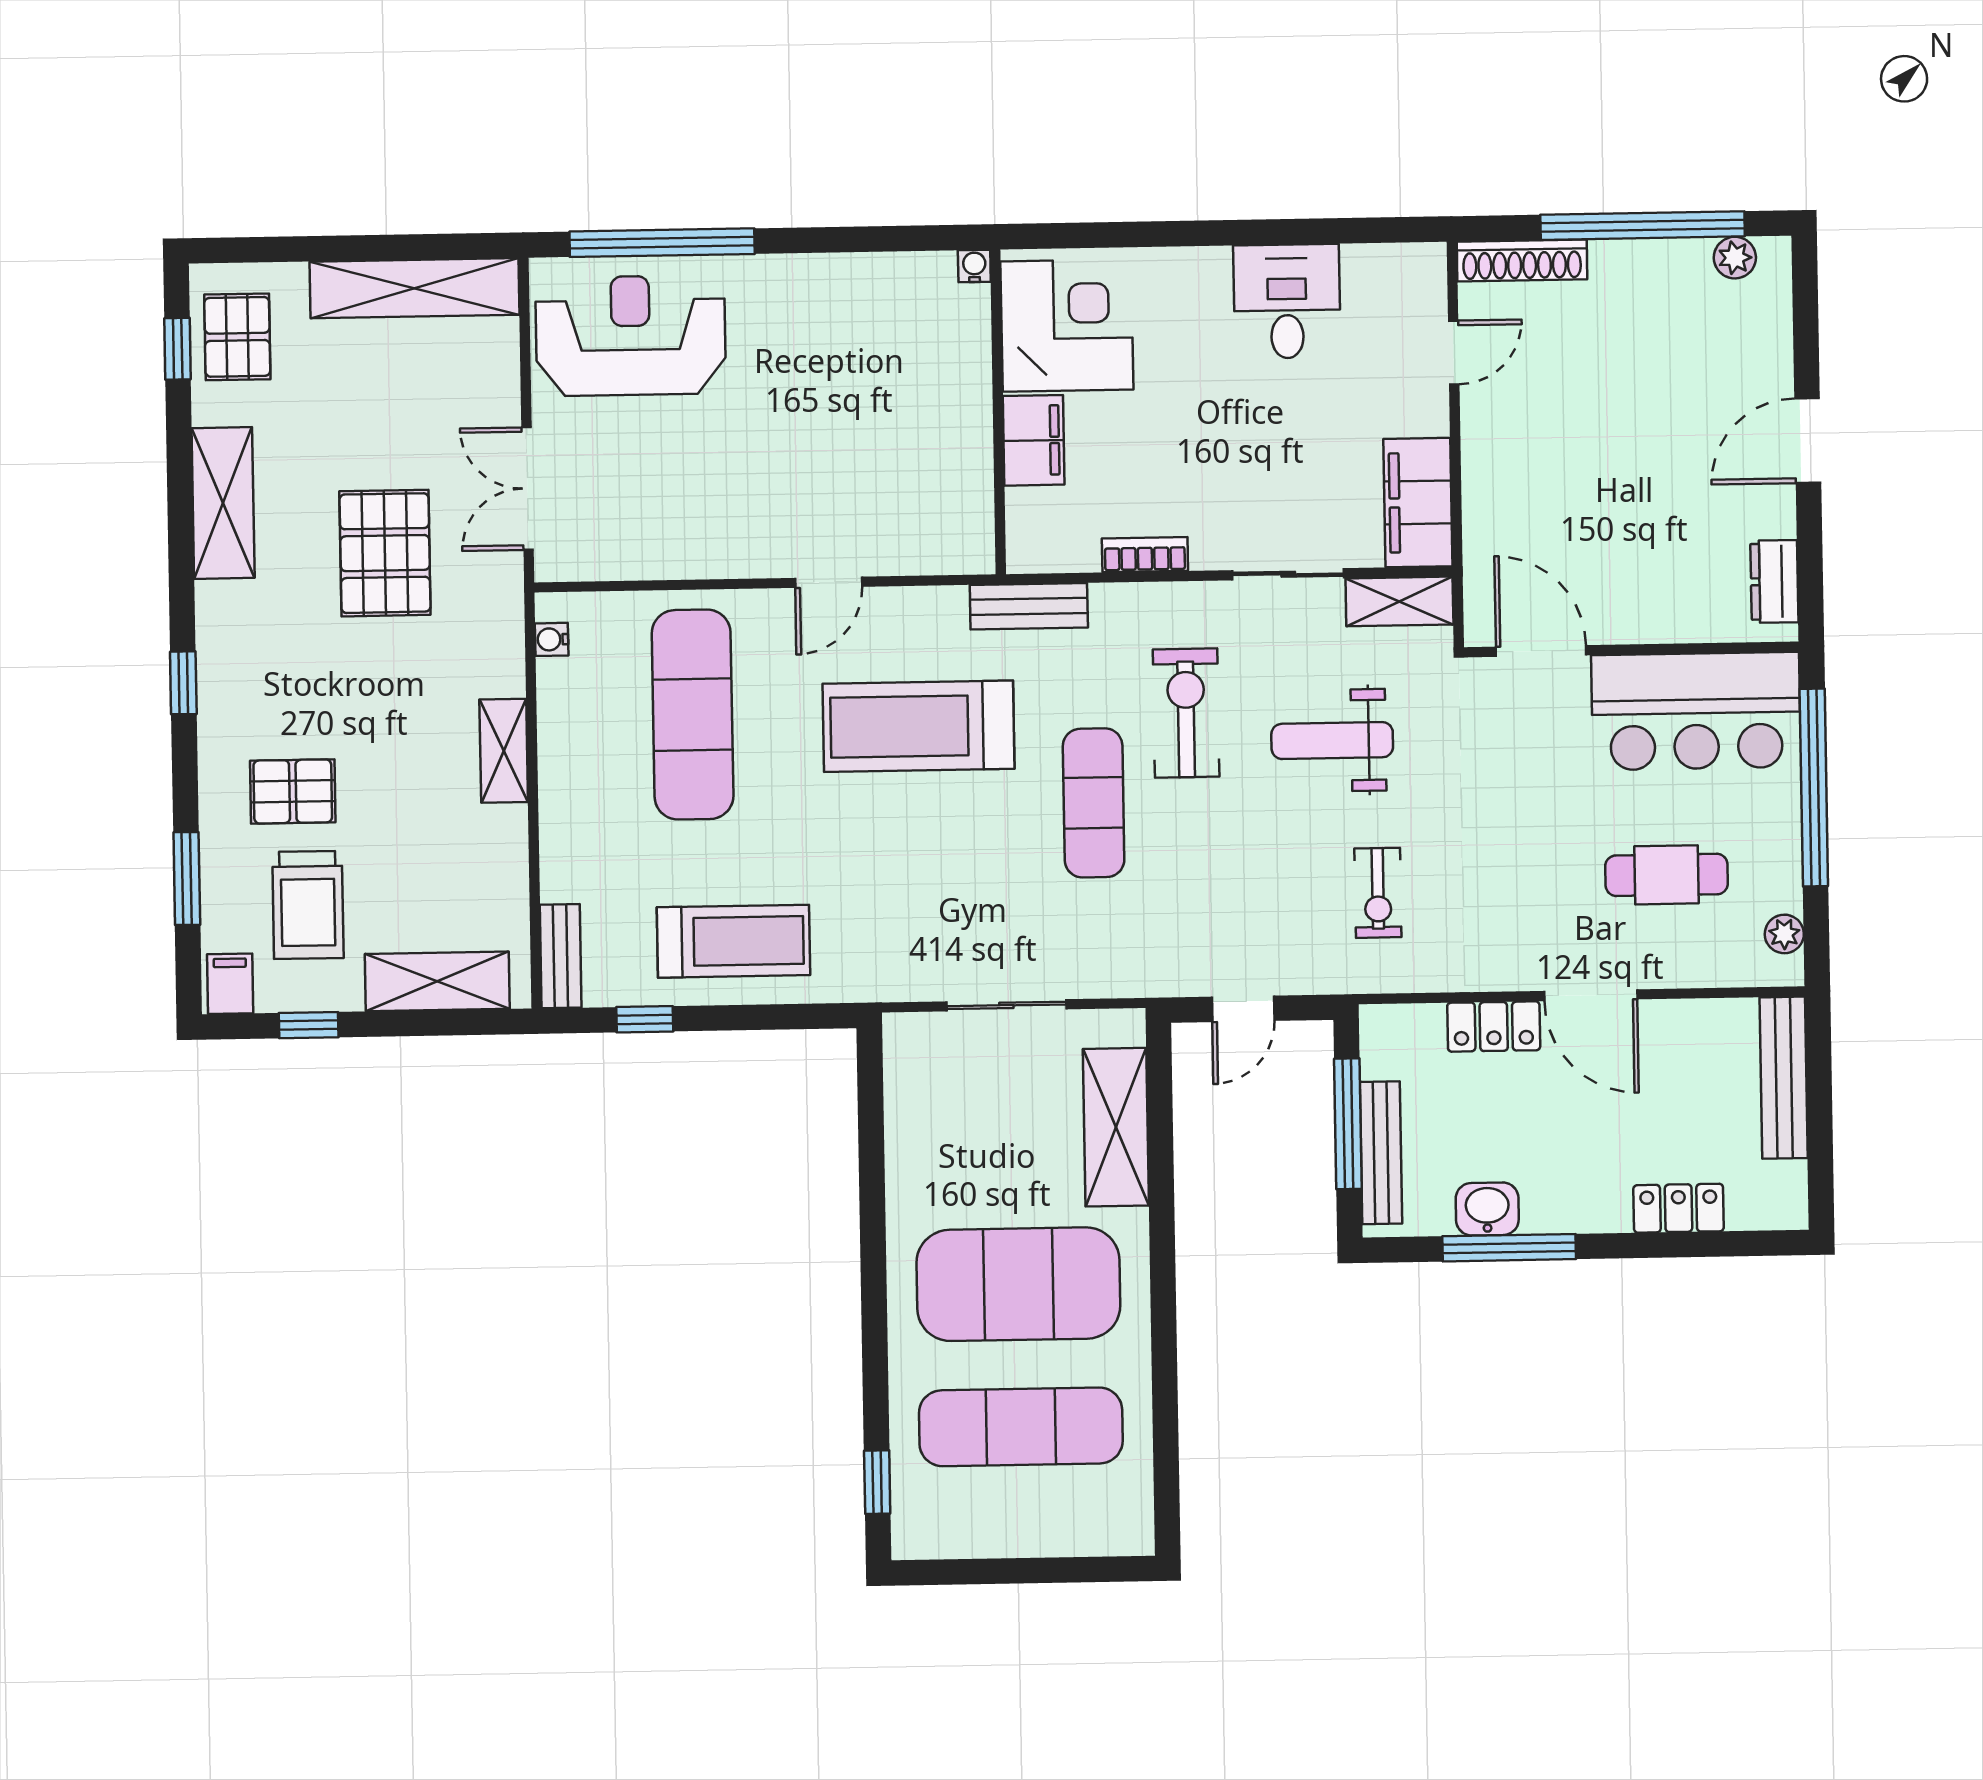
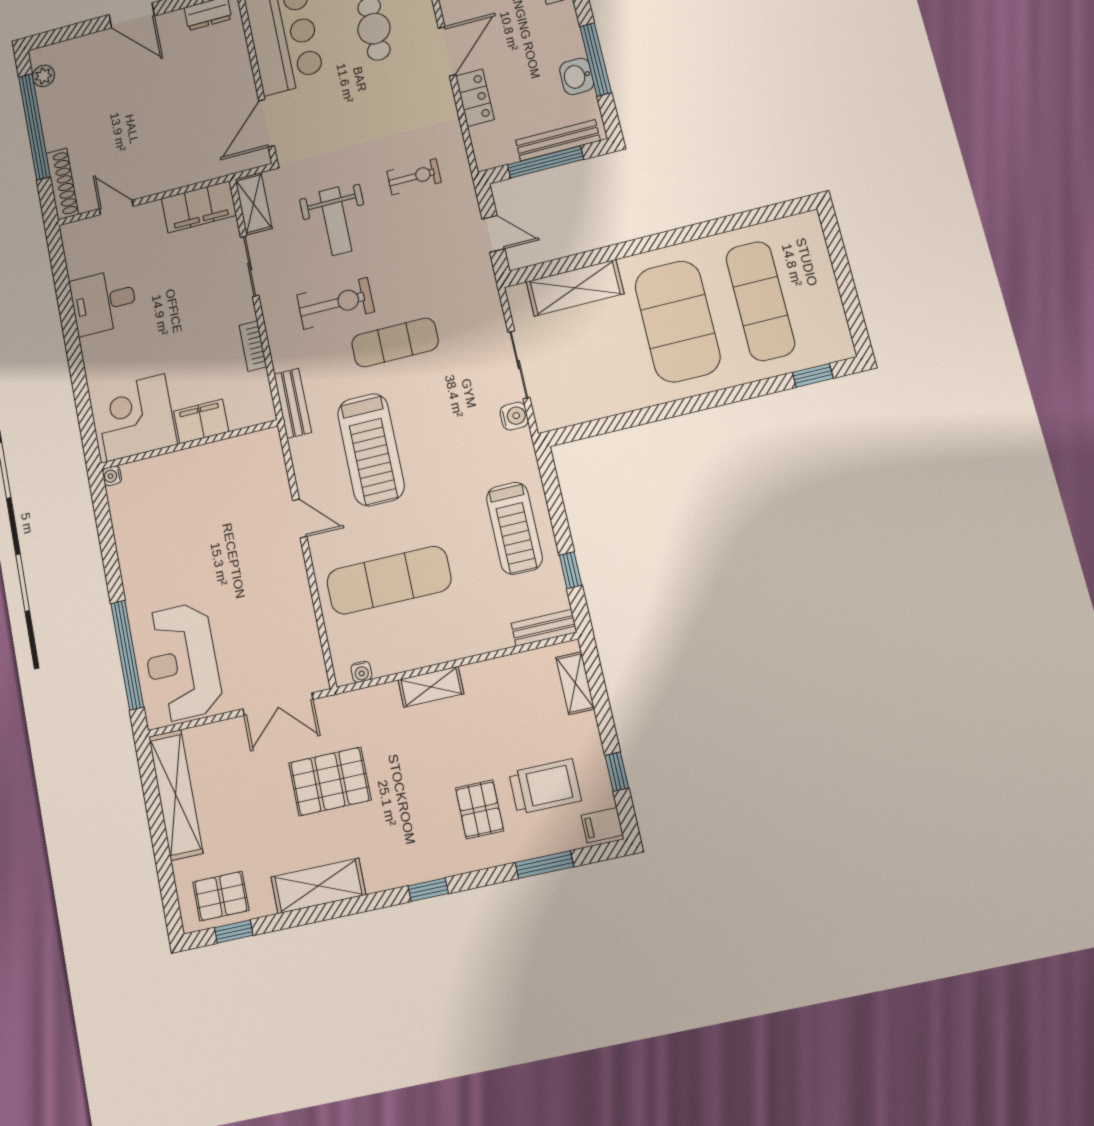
exercise bike: (1186, 713) -> (335, 303), turned 180
treadmill: (733, 941) -> (514, 528), turned 180
water cooler: (921, 980) -> (514, 416), added
shelving: (437, 981) -> (575, 683), width x0.67, depth x0.75

